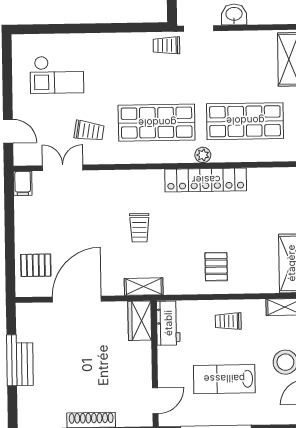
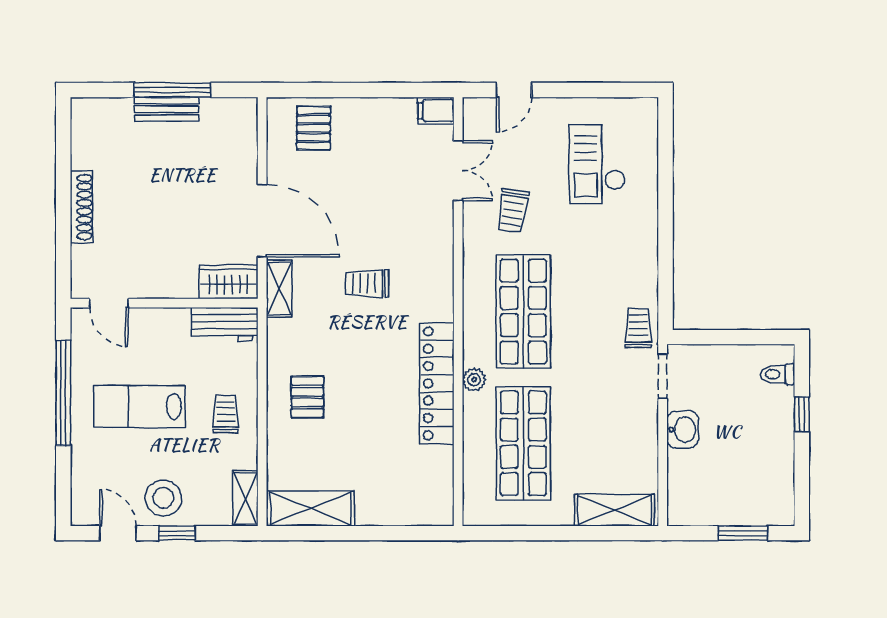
pallet: (216, 267) -> (307, 397), turned 90
door: (77, 299) -> (262, 221), moved
lab bench: (224, 379) -> (139, 406), turned -90

